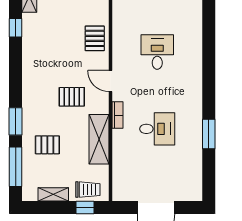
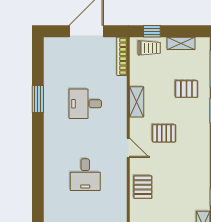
bookcase: (117, 115) -> (122, 56), moved, width x1.56
shelving: (99, 139) -> (137, 102), width x0.67, depth x0.75
trolley: (88, 190) -> (149, 48), turned 180

